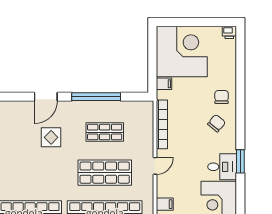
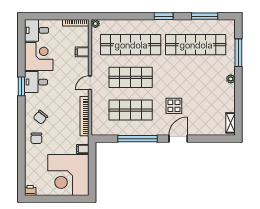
shop shelf: (105, 132) -> (131, 110), width x1.43, depth x1.36

